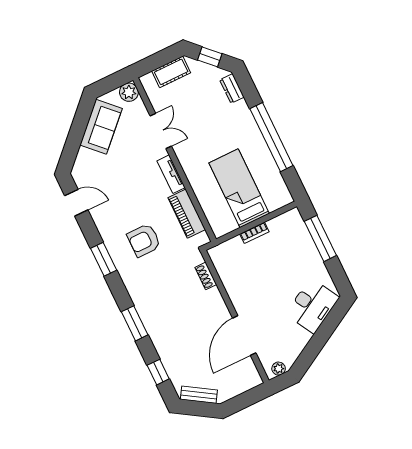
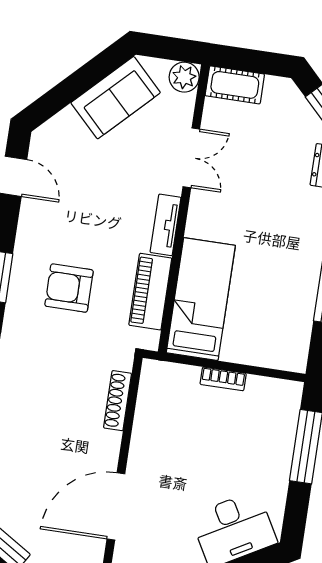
cot: (171, 72) -> (235, 85), moved
bed: (239, 188) -> (201, 299), moved
shoe rack: (206, 276) -> (118, 401), width x1.43

